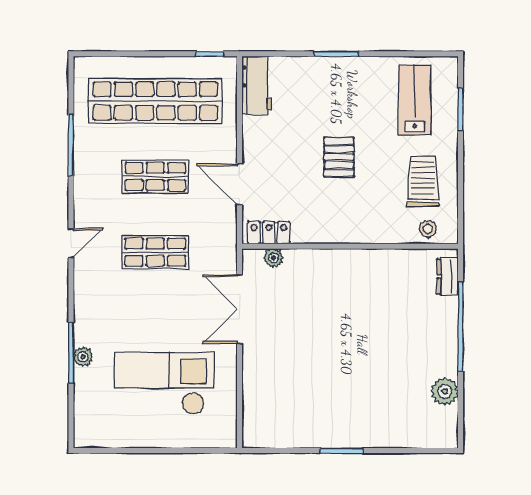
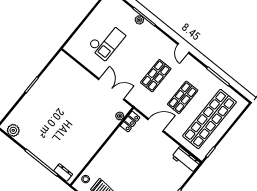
pallet: (339, 157) -> (137, 168), removed
checkout: (164, 383) -> (107, 41), width x0.73, depth x0.83
plant: (445, 391) -> (13, 130), moved

